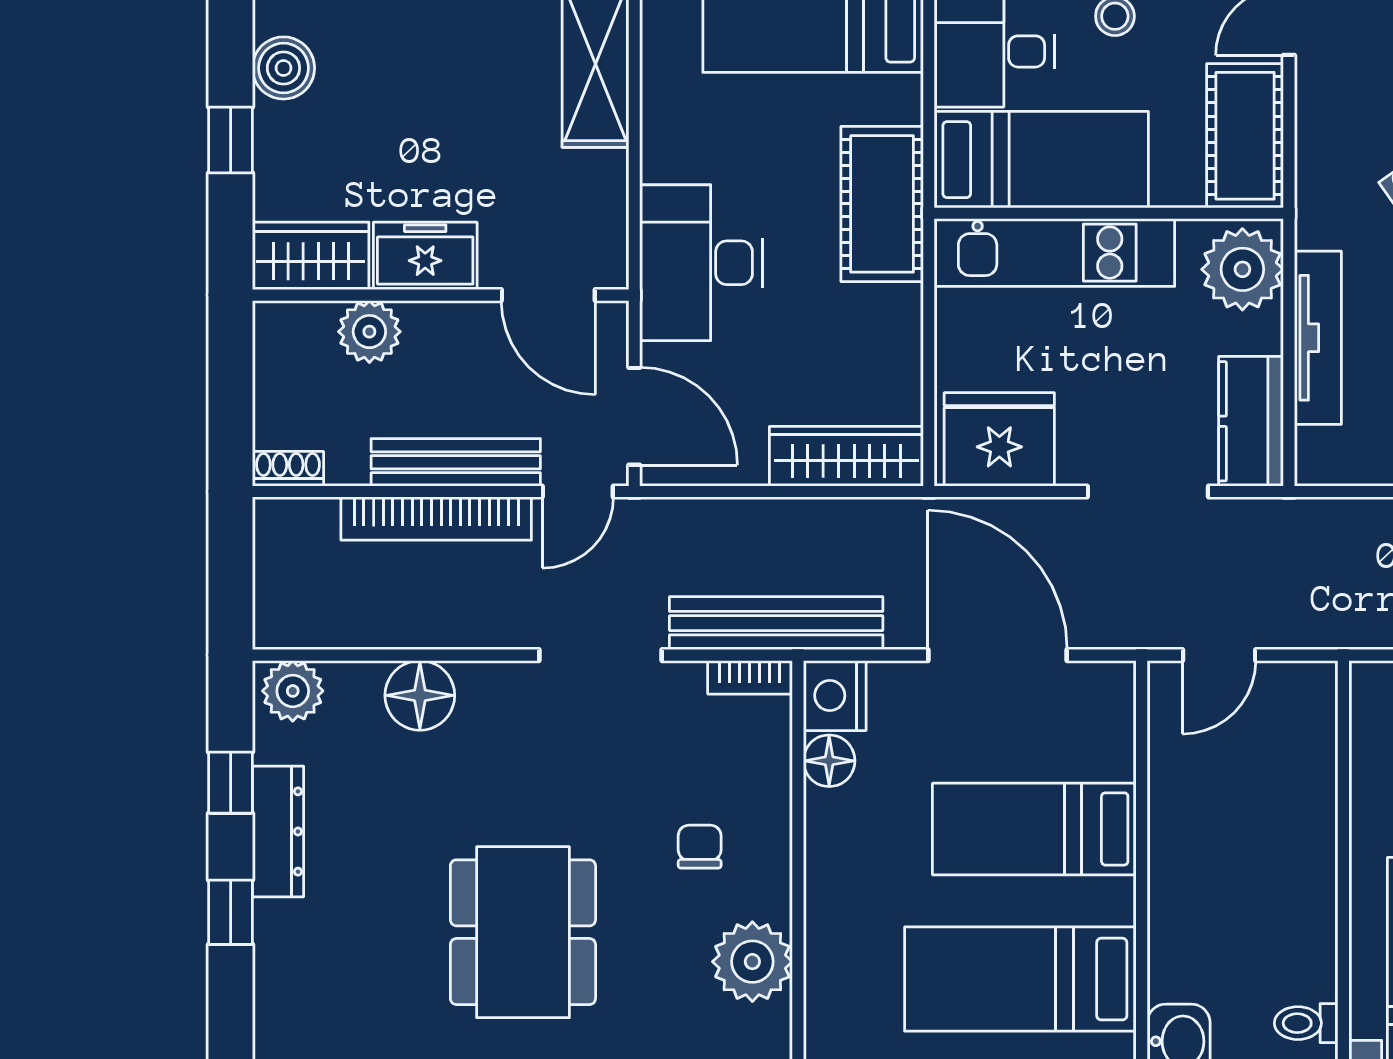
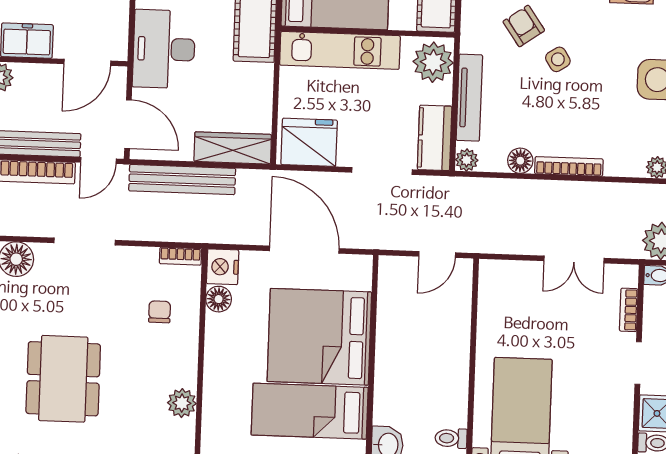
door: (548, 295) -> (87, 62), hinge flipped
plant: (1317, 463) -> (467, 160), added
bench: (776, 623) -> (182, 180), moved
doorway: (601, 655) -> (85, 242), moved
door: (1219, 655) -> (437, 254), moved
bed: (1034, 829) -> (319, 337), width x2.04
chair: (700, 847) -> (160, 312), moved
plant: (752, 962) -> (182, 403), width x0.73, depth x0.73

